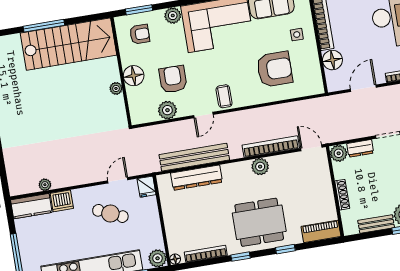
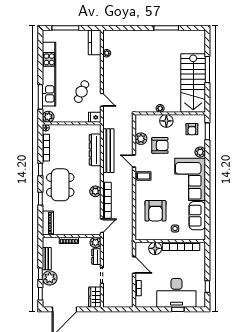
dishwasher: (62, 201) -> (95, 62), removed

